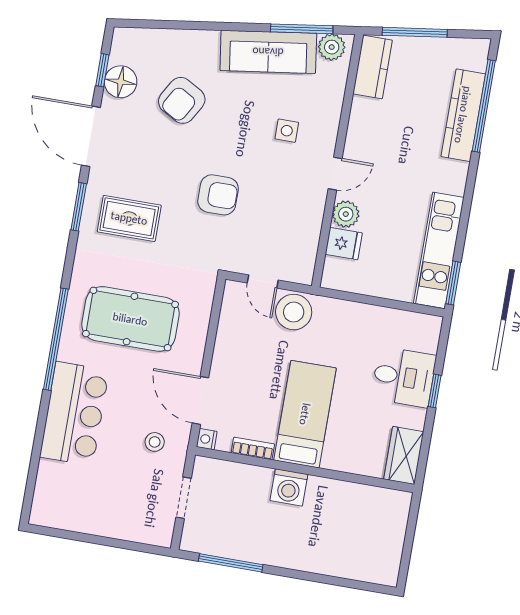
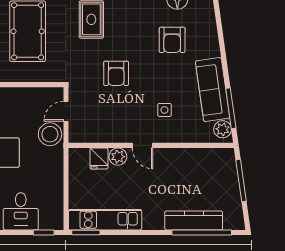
kitchen counter: (373, 67) -> (214, 158), removed
armchair: (182, 100) -> (172, 40), turned -120
window: (435, 391) -> (44, 232), moved

